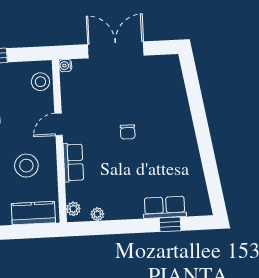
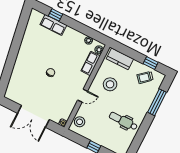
row of seats: (73, 162) -> (91, 63), moved

